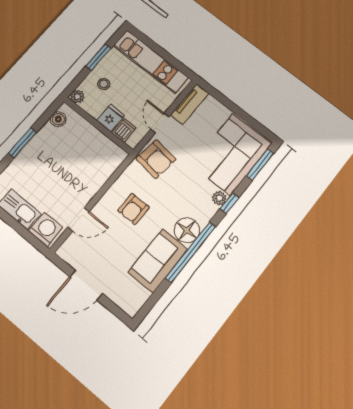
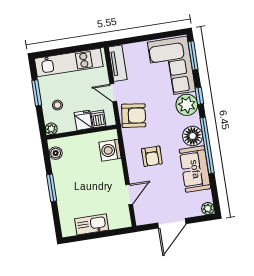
plant: (219, 198) -> (187, 105), width x1.88, depth x1.88
washing machine: (46, 229) -> (110, 150), moved, turned -90
plant: (131, 308) -> (208, 208), added

